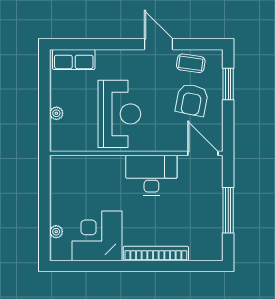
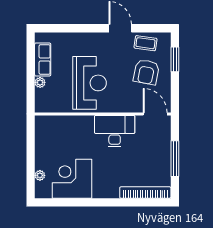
row of seats: (74, 60) -> (43, 59), moved, turned -90
bookcase: (156, 253) -> (145, 192), moved

